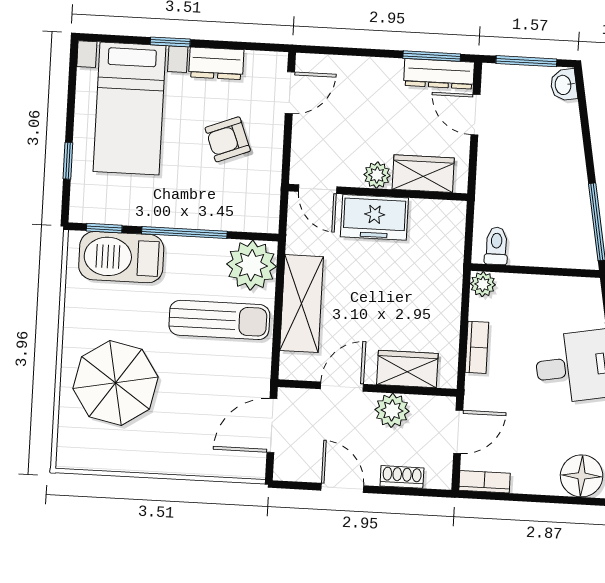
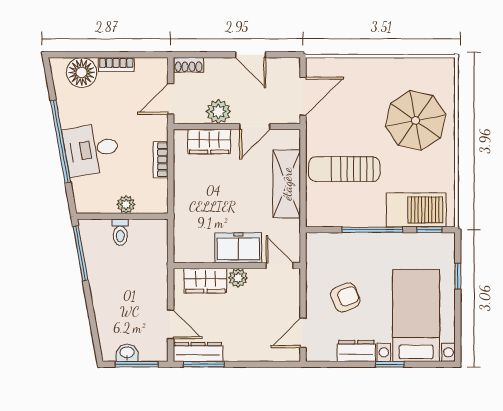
washbasin: (564, 85) -> (127, 353), moved, turned -80
toilet: (496, 246) -> (120, 232), moved
plant: (251, 265) -> (324, 209), removed
plant: (483, 284) -> (126, 205), moved
shoe rack: (402, 477) -> (188, 65), moved
bookcase: (484, 482) -> (116, 65), moved

